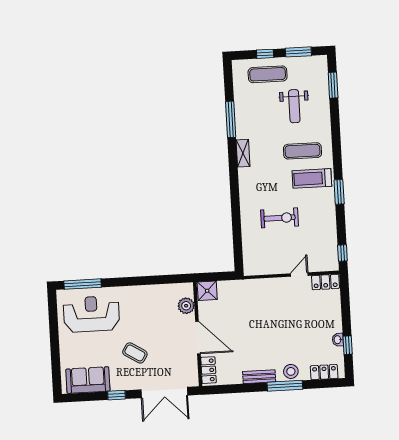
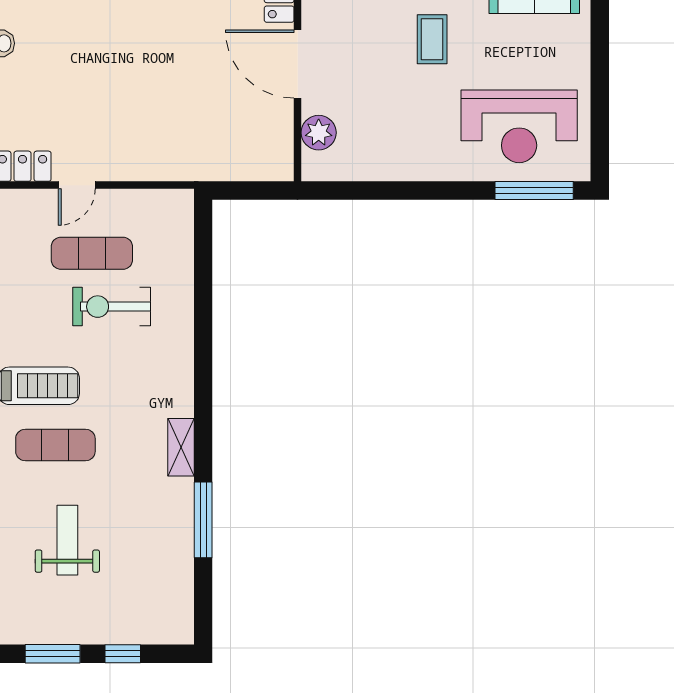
exercise mat: (268, 74) -> (92, 253), moved
shower: (207, 291) -> (273, 162), removed
coffee table: (135, 353) -> (432, 39), turned 58

